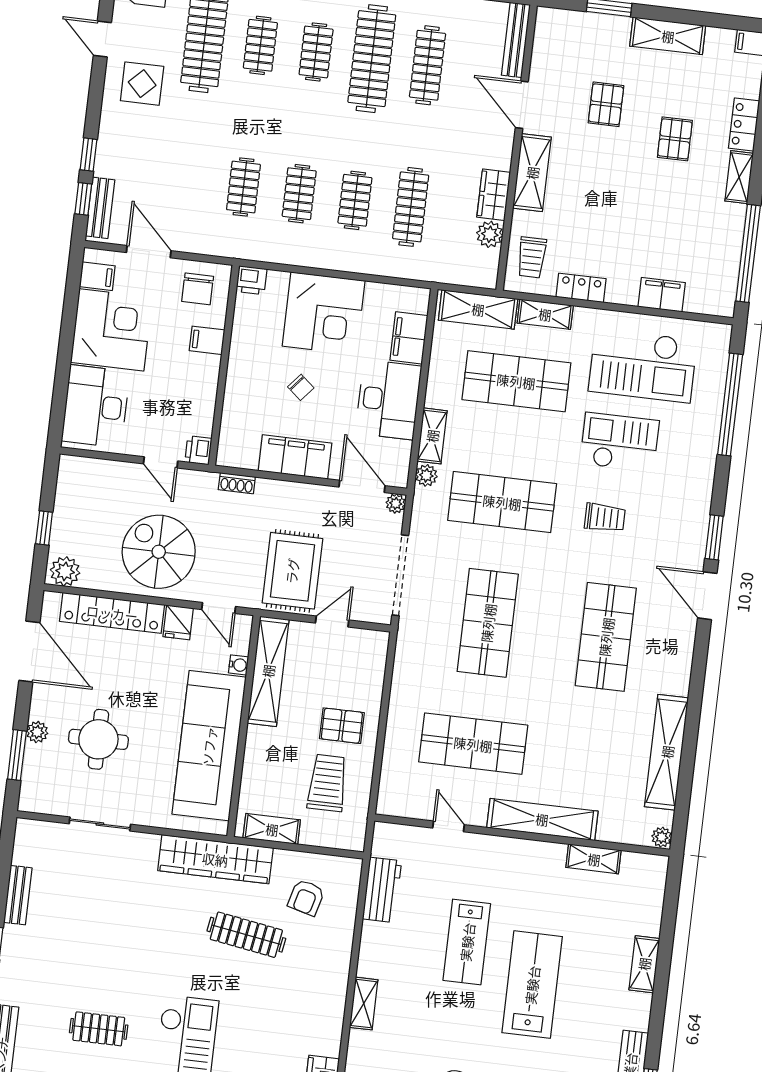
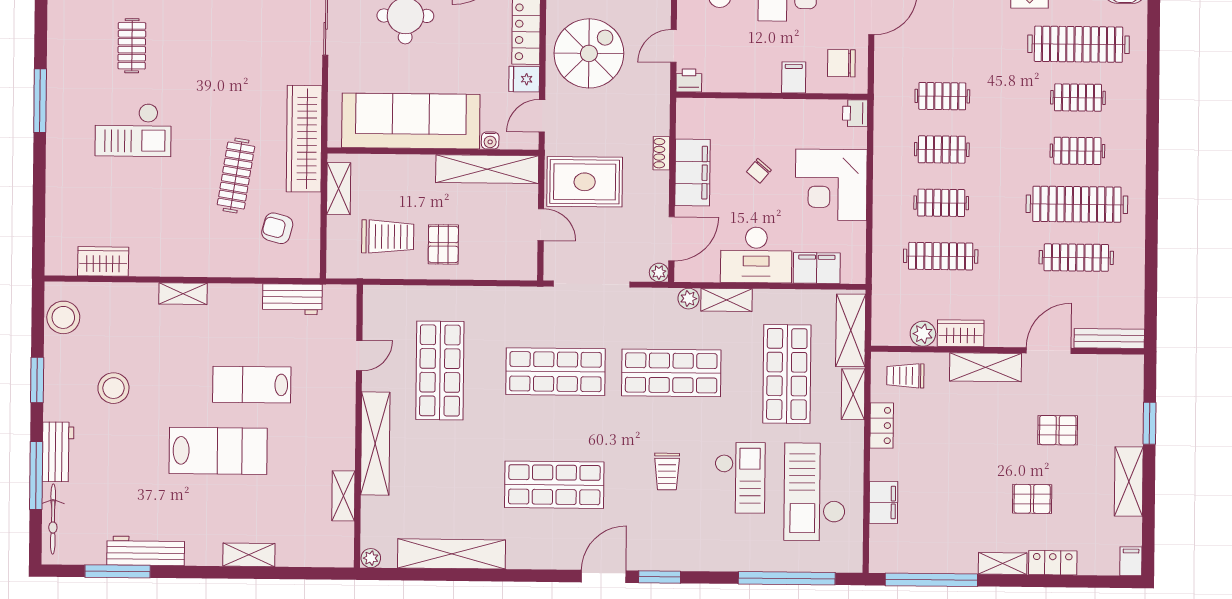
shoe rack: (237, 483) -> (661, 153), moved
shop shelf: (502, 502) -> (671, 373), turned 90

